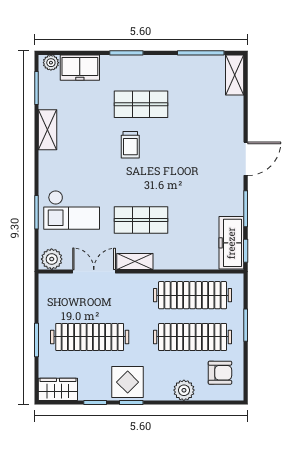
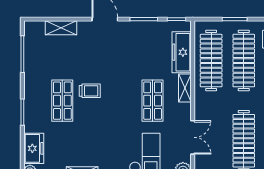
shelving: (235, 75) -> (61, 28), moved
trolley: (130, 145) -> (90, 91), moved
freezer: (231, 243) -> (182, 52), moved, turned 90
shelving: (135, 261) -> (185, 88), moved
double door: (94, 271) -> (193, 137), swing flipped

